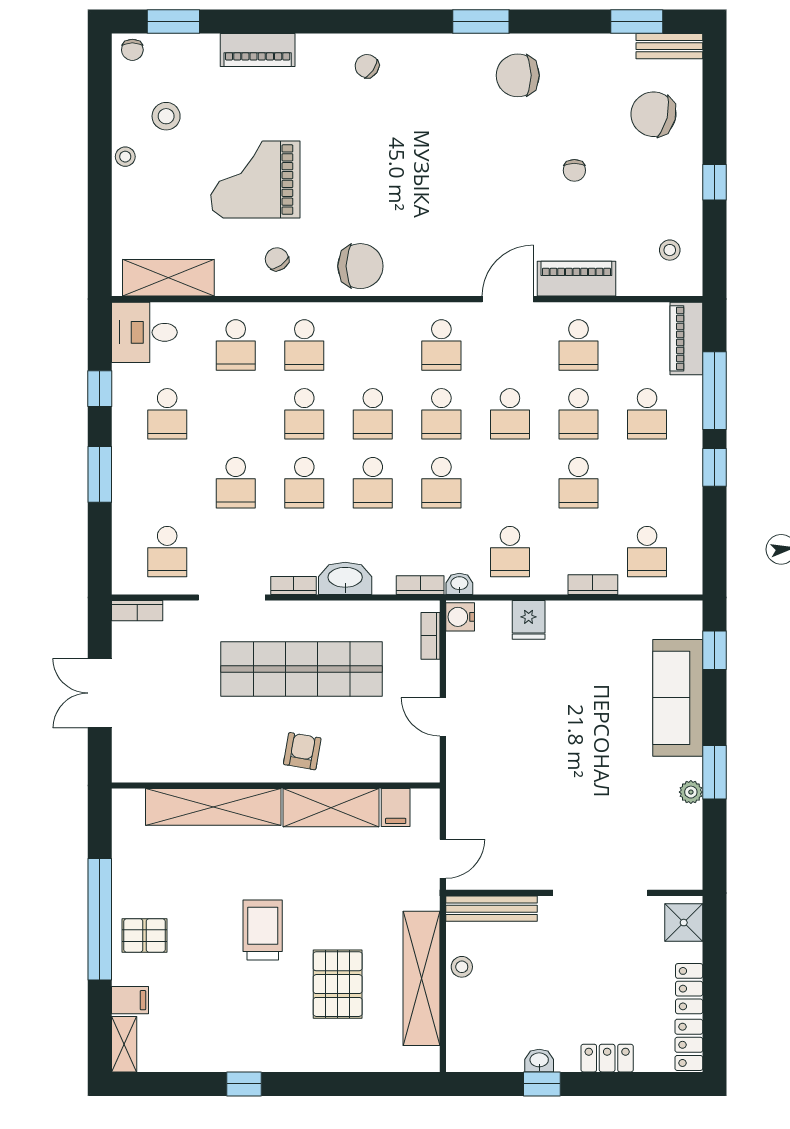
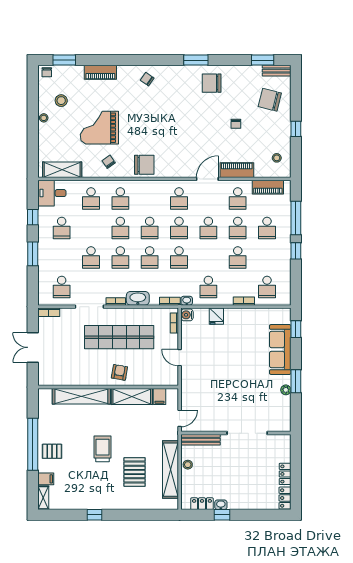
piano: (686, 338) -> (268, 187), moved, turned -90
shower: (684, 923) -> (283, 446), removed
locker: (607, 1058) -> (202, 504), moved

